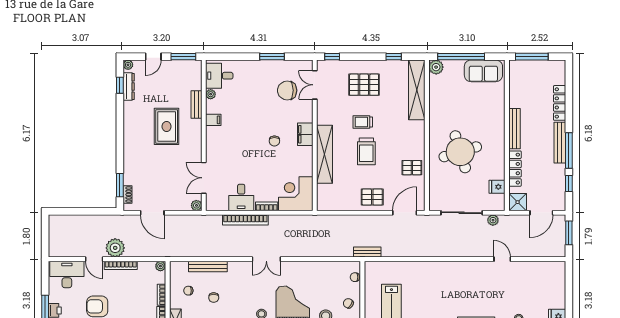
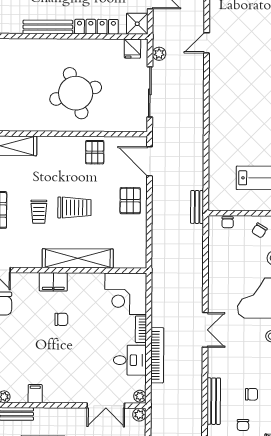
fridge: (497, 187) -> (132, 49), moved
plant: (212, 206) -> (140, 396), added

